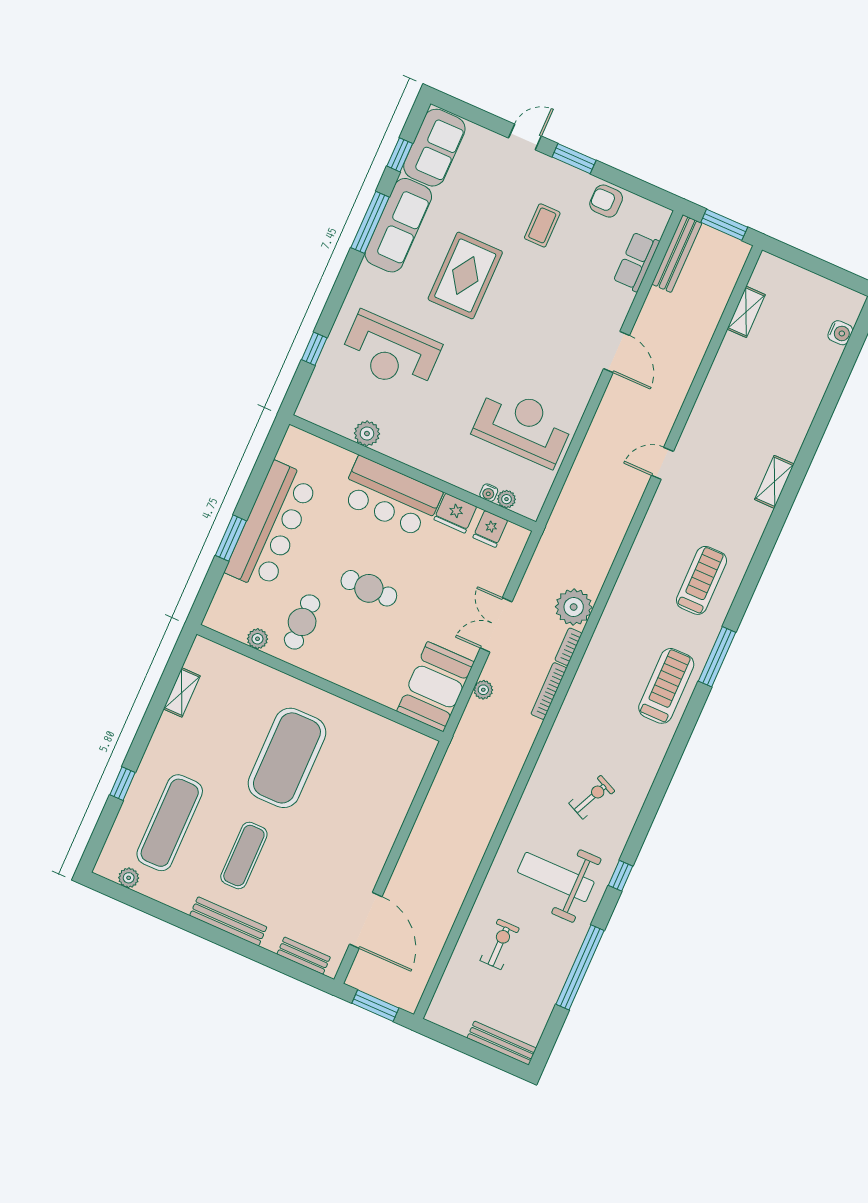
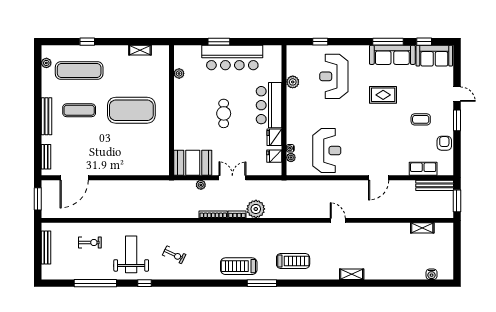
rug: (465, 276) -> (383, 95), width x0.73, depth x0.70
cafe table: (302, 622) -> (195, 90), removed
treadmill: (666, 686) -> (239, 266), turned 180
bench: (502, 1043) -> (46, 248), moved

